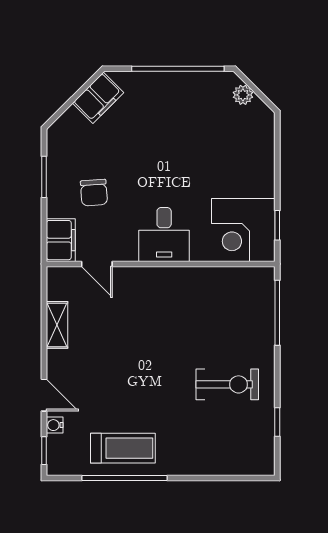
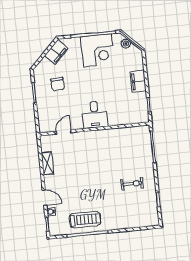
chair: (94, 193) -> (58, 84), moved
corner desk: (243, 230) -> (98, 50), moved, turned -90
filing cabinet: (61, 240) -> (138, 81), moved, turned 180
door: (97, 264) -> (64, 132), swing flipped
exercise bike: (227, 384) -> (132, 184), width x0.73, depth x0.72

